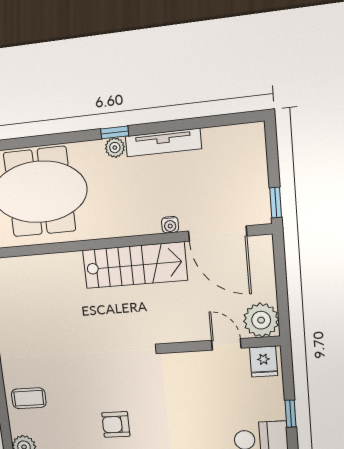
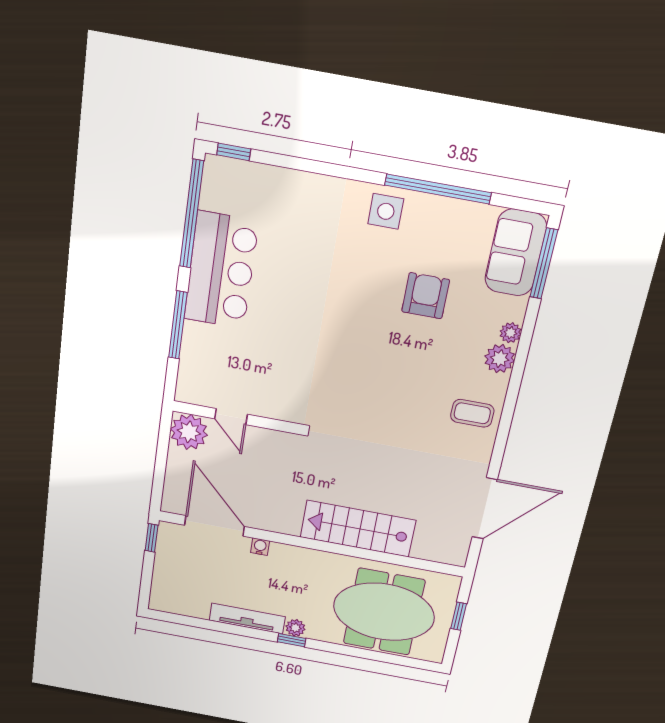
stairs: (135, 265) -> (358, 529), moved
fridge: (264, 362) -> (195, 389), removed
window: (290, 414) -> (178, 325), width x2.17
armchair: (116, 424) -> (379, 359), removed

